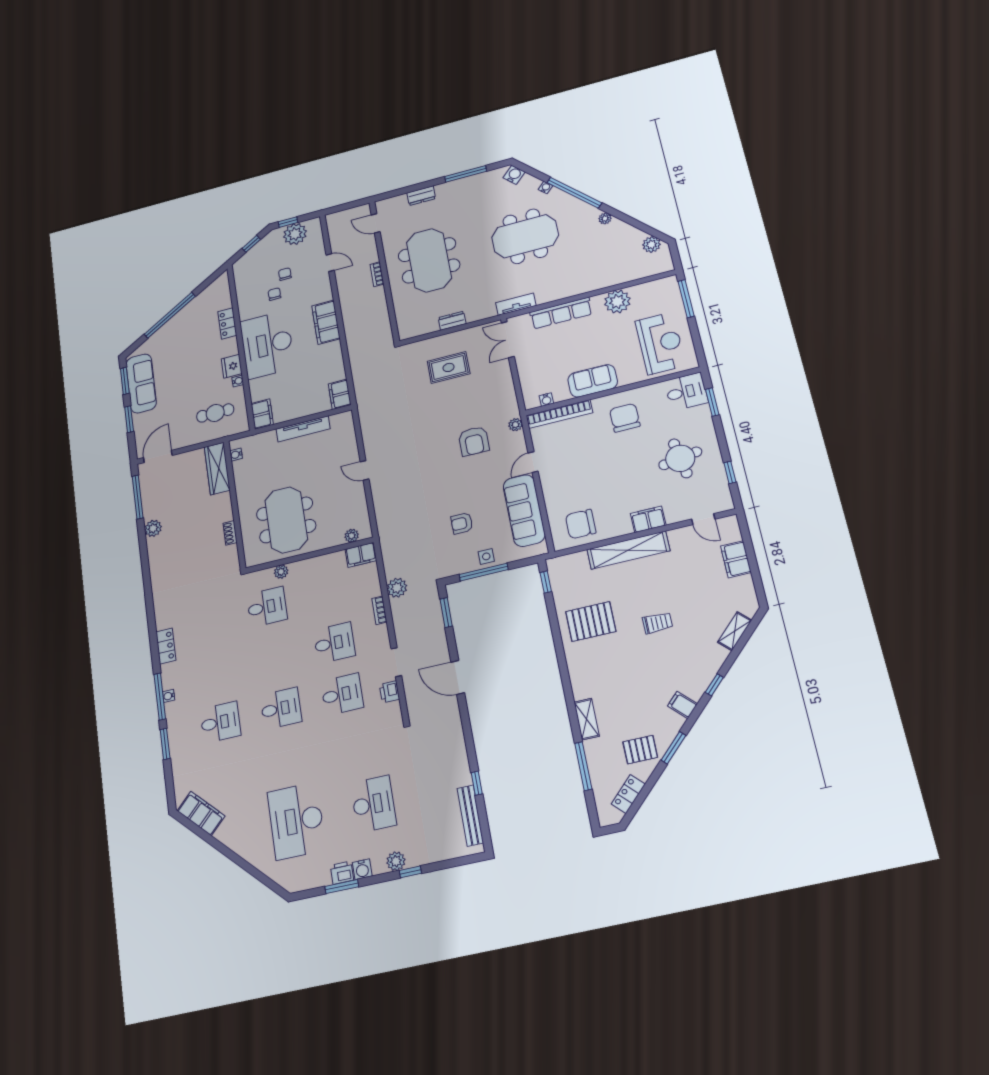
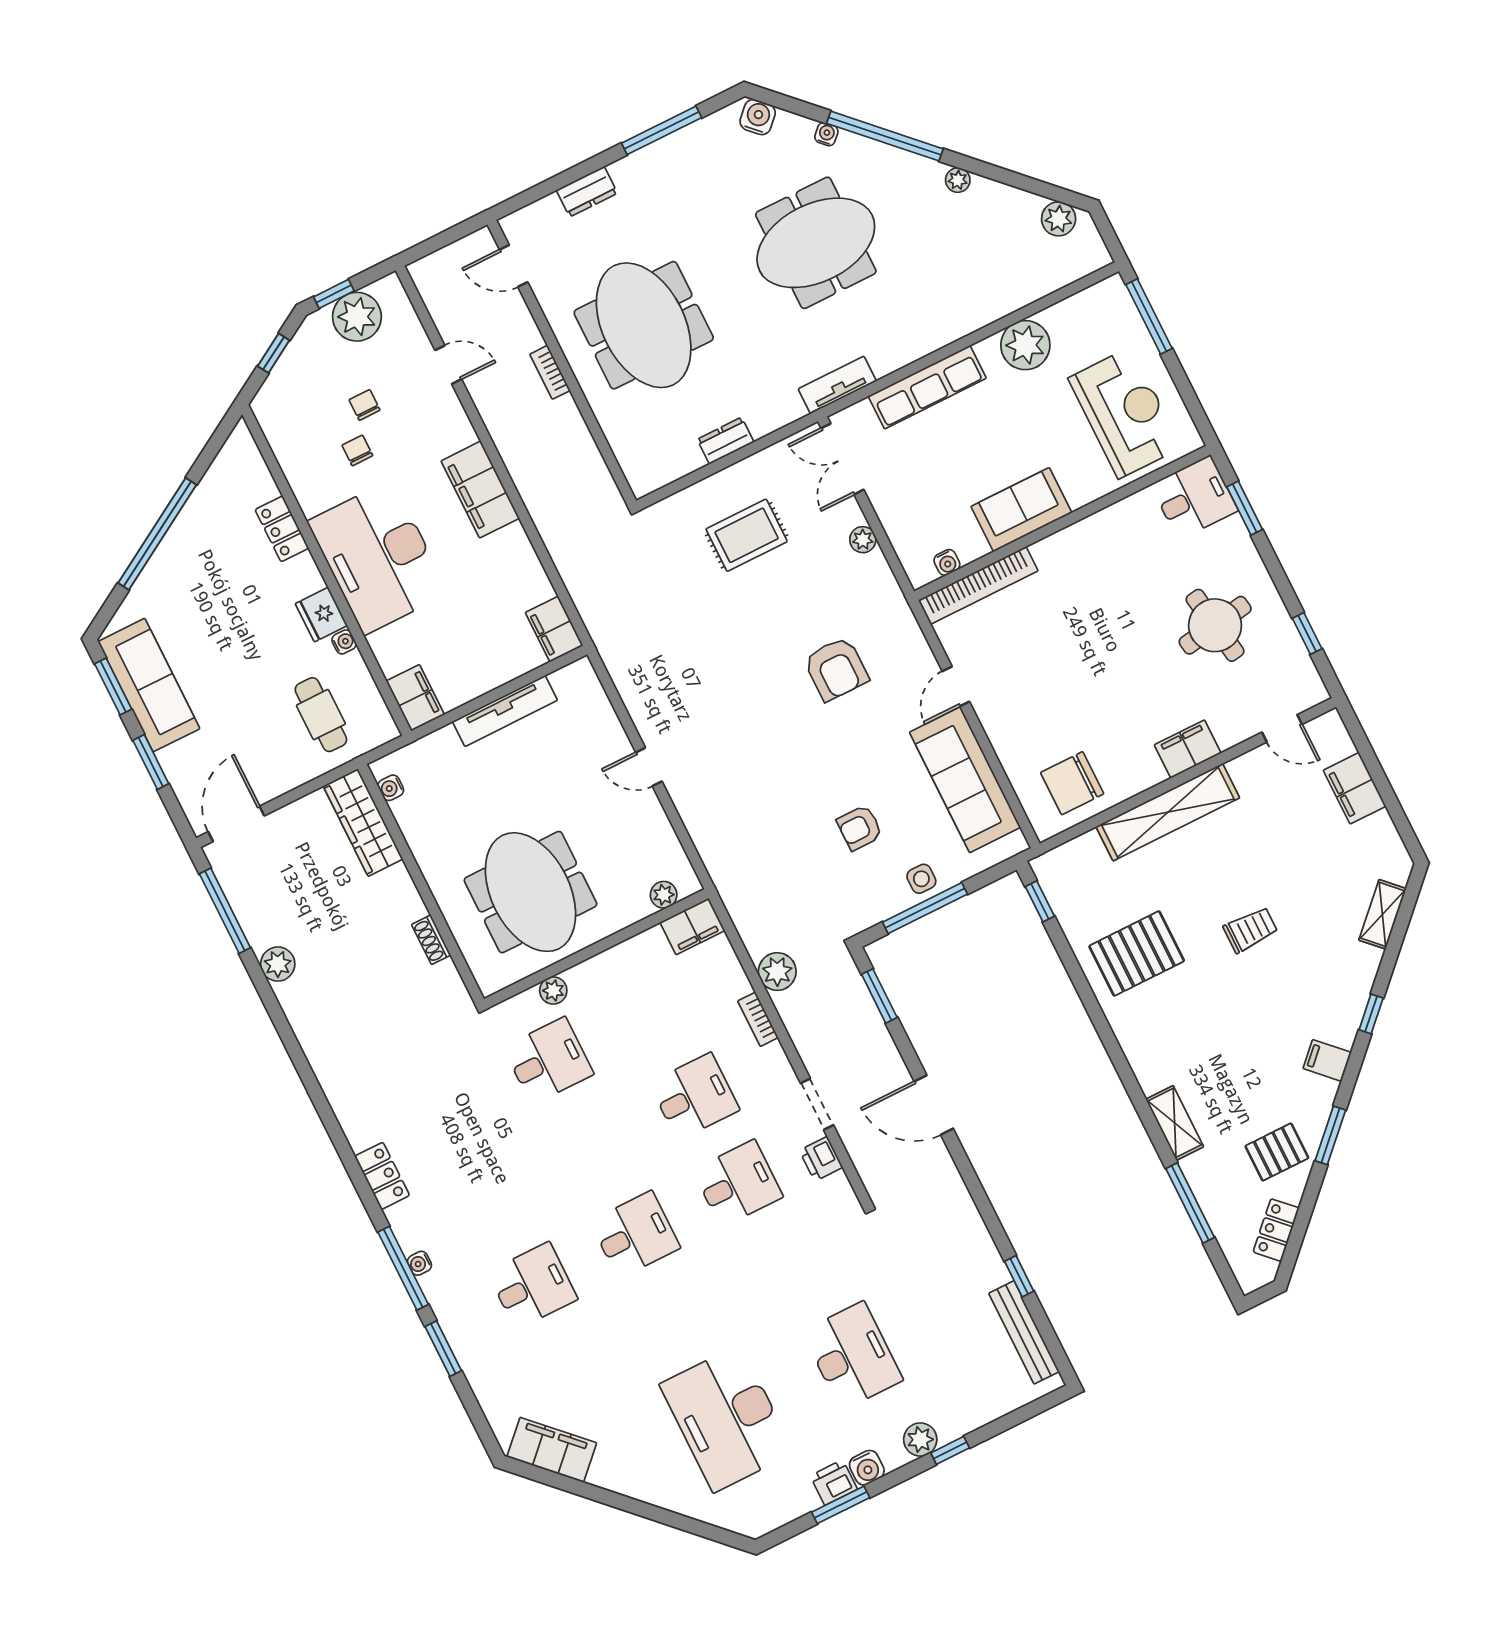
cafe table: (215, 413) -> (321, 715), turned 90
chair: (625, 418) -> (1098, 569), removed
plant: (515, 425) -> (863, 540), moved

